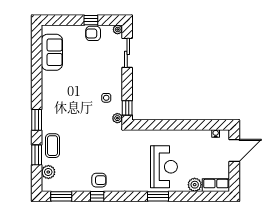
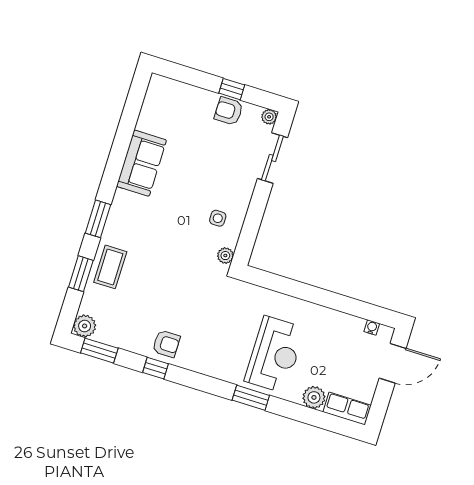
sofa: (52, 52) -> (141, 163), moved
window: (127, 108) -> (246, 244), removed
plant: (48, 172) -> (85, 326), moved

